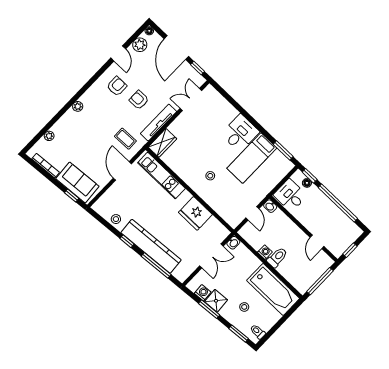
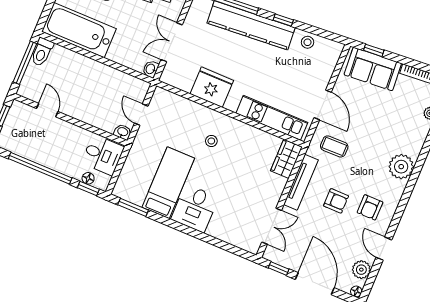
plant: (78, 106) -> (401, 167), width x1.88, depth x1.88
washing machine: (265, 252) -> (107, 72), removed
toilet: (277, 257) -> (42, 52), moved

